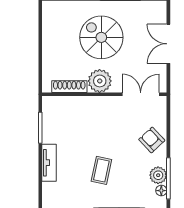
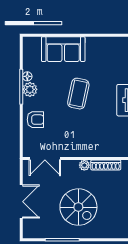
plant: (100, 81) -> (84, 165), width x0.53, depth x0.53
armchair: (152, 140) -> (35, 120), turned -47
coffee table: (101, 170) -> (78, 94), width x1.36, depth x1.30

